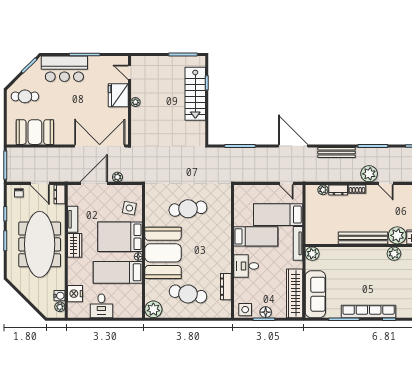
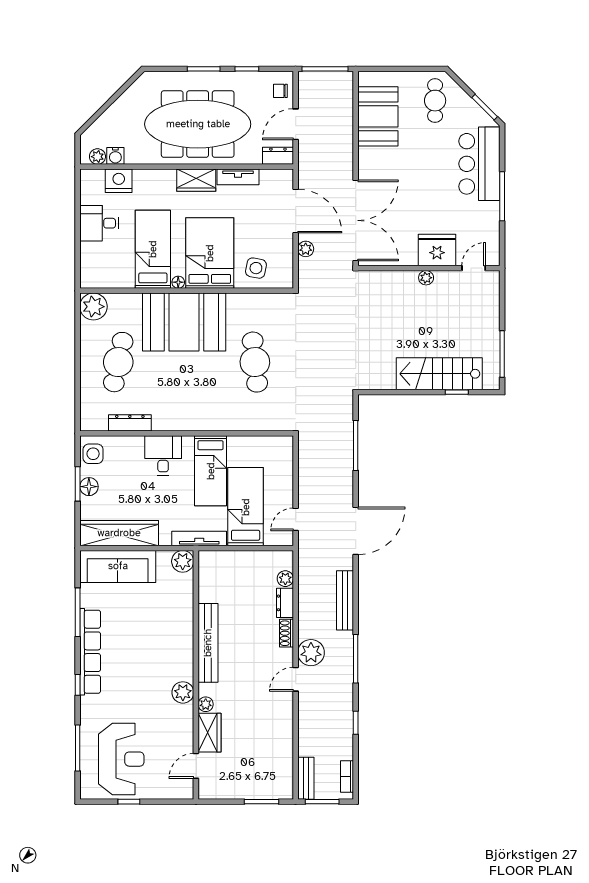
plant: (397, 235) -> (206, 704), width x0.53, depth x0.53

